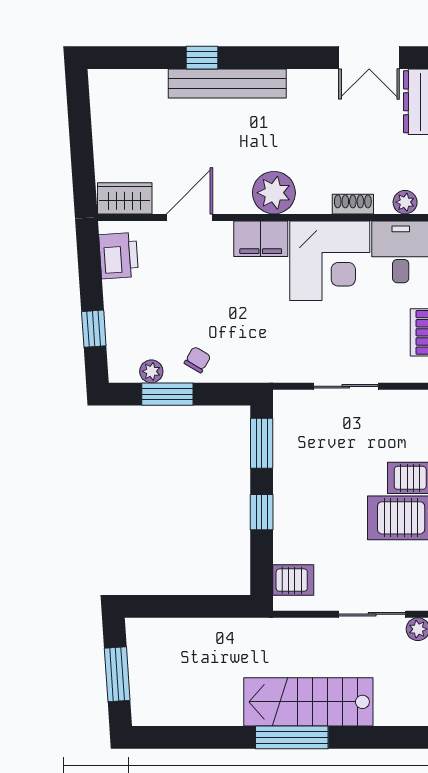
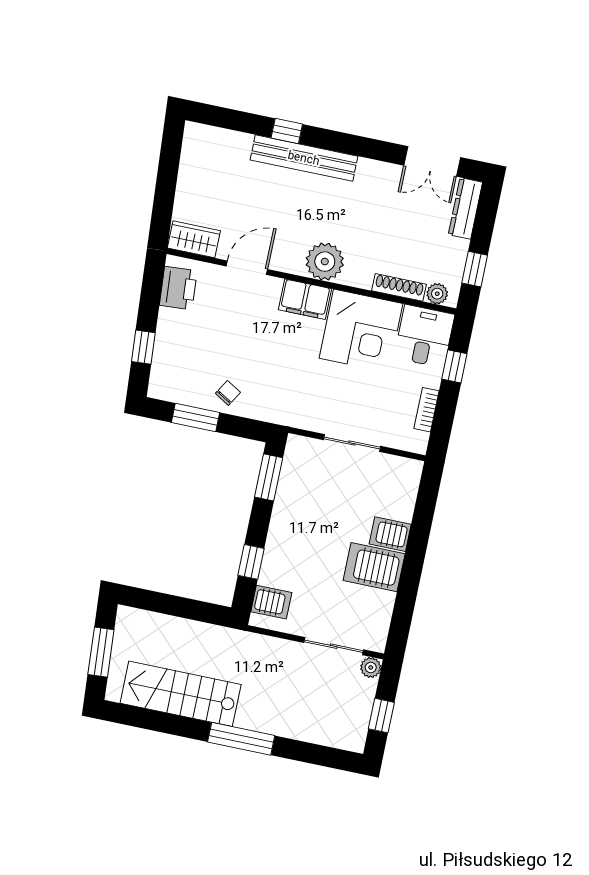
shoe rack: (353, 204) -> (399, 287), width x1.43
plant: (151, 371) -> (186, 395), removed
window: (262, 512) -> (251, 562), moved
stairs: (308, 702) -> (181, 694), moved

